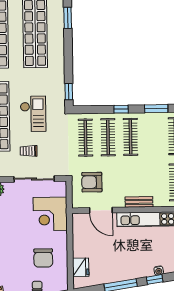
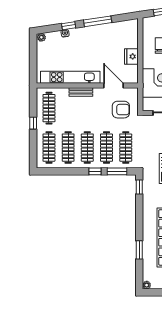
window: (156, 109) -> (117, 171), moved
clothes rail: (153, 137) -> (68, 148), added
fridge: (81, 267) -> (131, 56), moved

